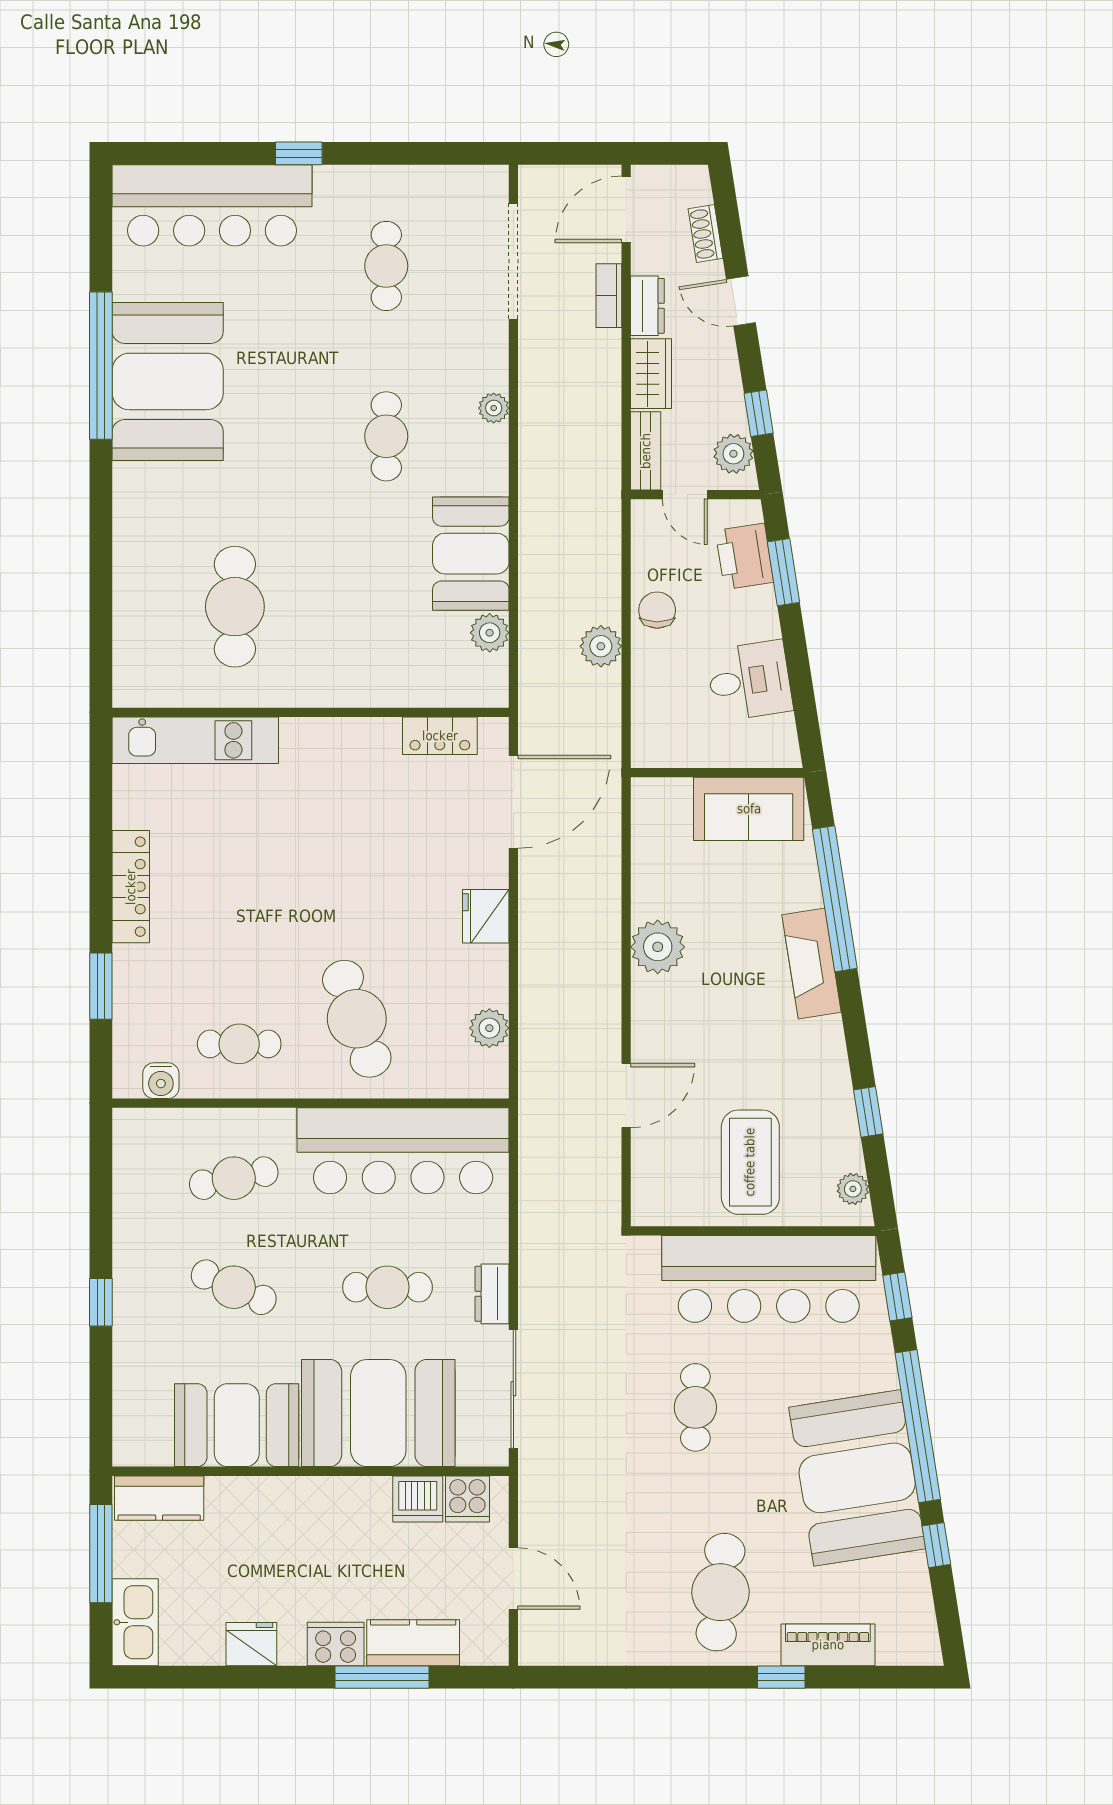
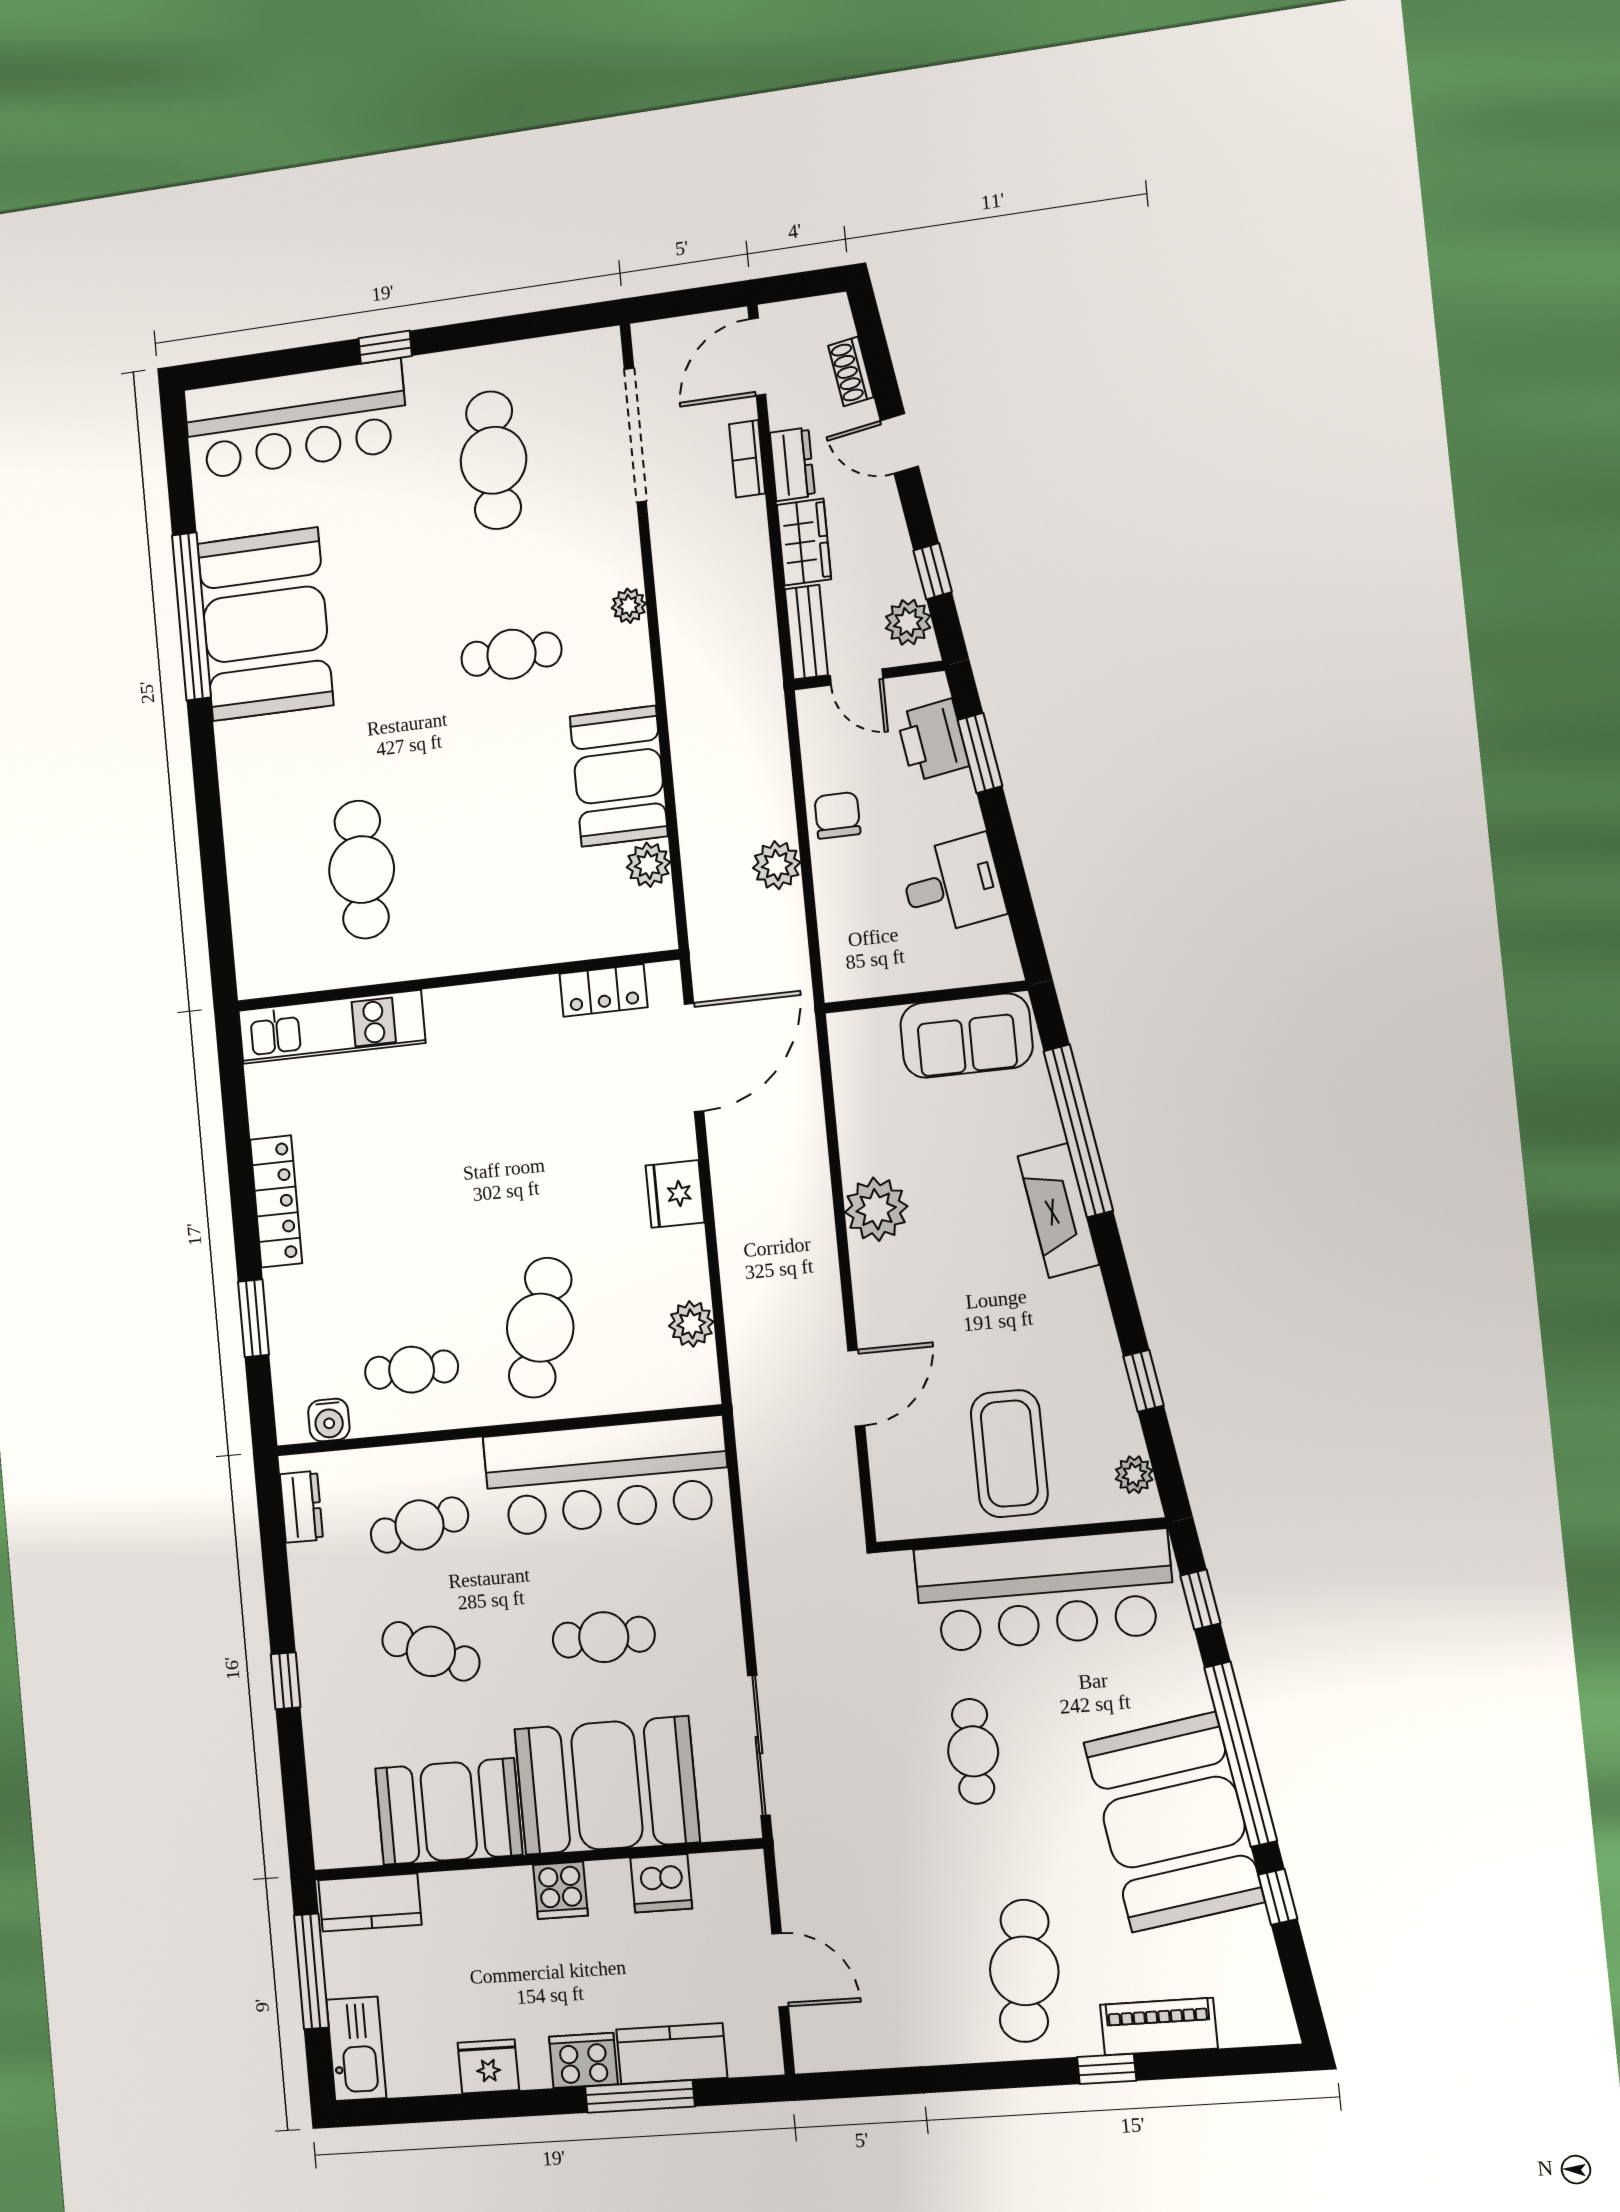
cafe table: (386, 266) -> (494, 460), width x1.37, depth x1.35
cafe table: (386, 436) -> (511, 654), turned 90
cafe table: (357, 1019) -> (540, 1328), turned 34
dresser: (492, 1294) -> (301, 1507), moved, turned 180
cooker: (467, 1499) -> (560, 1890), moved

